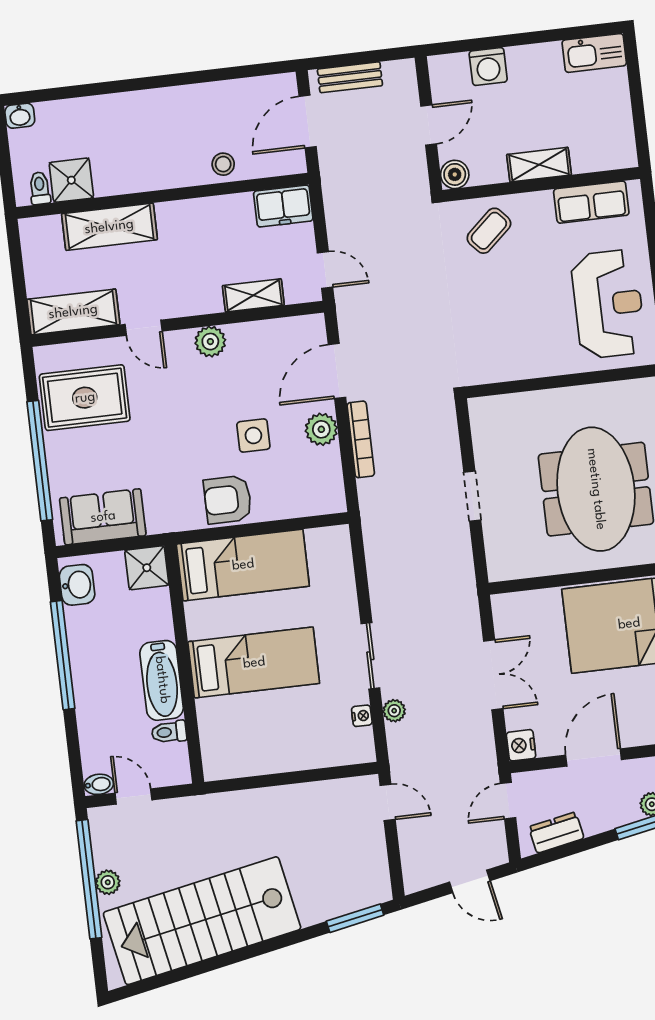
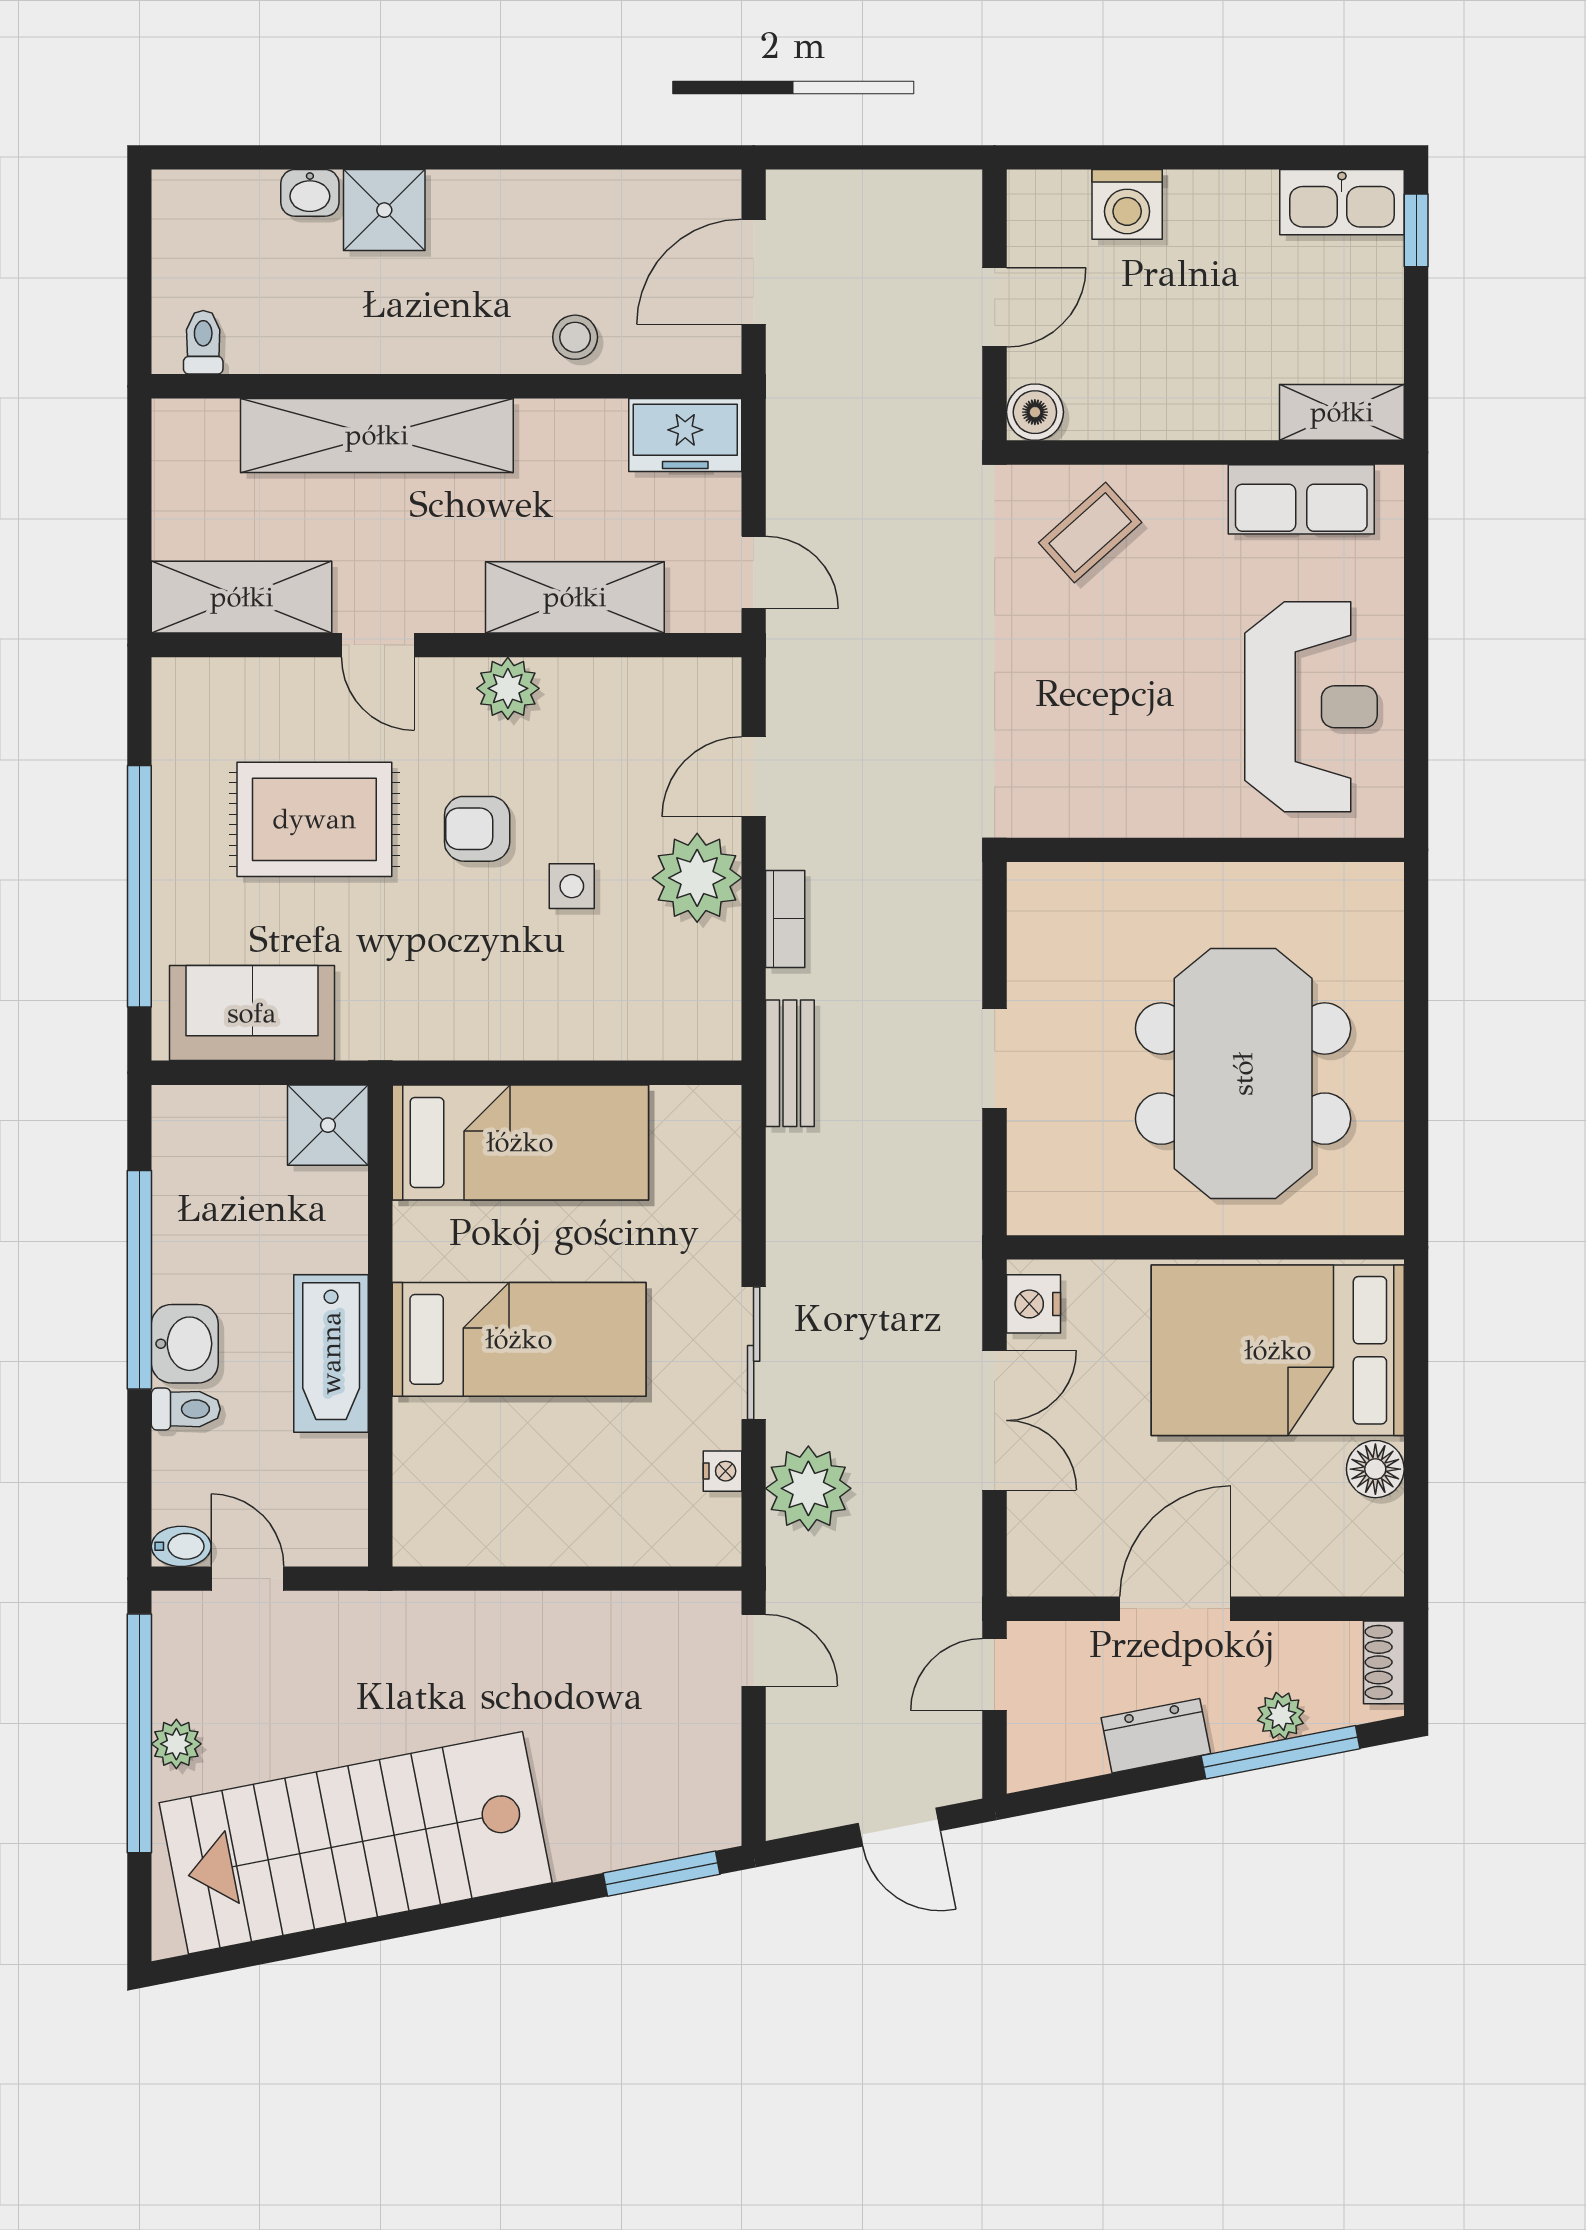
window: (632, 63) -> (1416, 230), added
bench: (350, 77) -> (790, 1063), moved, turned 90
washbasin: (20, 116) -> (310, 193), moved
shelving: (539, 165) -> (1342, 412), moved
shower: (71, 180) -> (384, 210), moved
shelving: (109, 227) -> (377, 435), width x1.47
shelving: (253, 295) -> (575, 597), width x1.50, depth x1.33
door: (337, 371) -> (754, 777), width x0.73
rug: (85, 398) -> (314, 819), moved
plant: (321, 429) -> (697, 878), width x1.36, depth x1.36
side table: (253, 436) -> (572, 886), width x0.73, depth x0.73
bookcase: (361, 439) -> (785, 919), width x0.64
armchair: (228, 500) -> (477, 829), moved, width x0.72, depth x0.72
washbasin: (77, 585) -> (185, 1344), moved
plant: (394, 711) -> (808, 1488), width x1.88, depth x1.88
toilet: (169, 732) -> (186, 1409), moved, turned 180
nightstand: (521, 745) -> (1034, 1304), moved
dresser: (556, 833) -> (1156, 1736), moved

